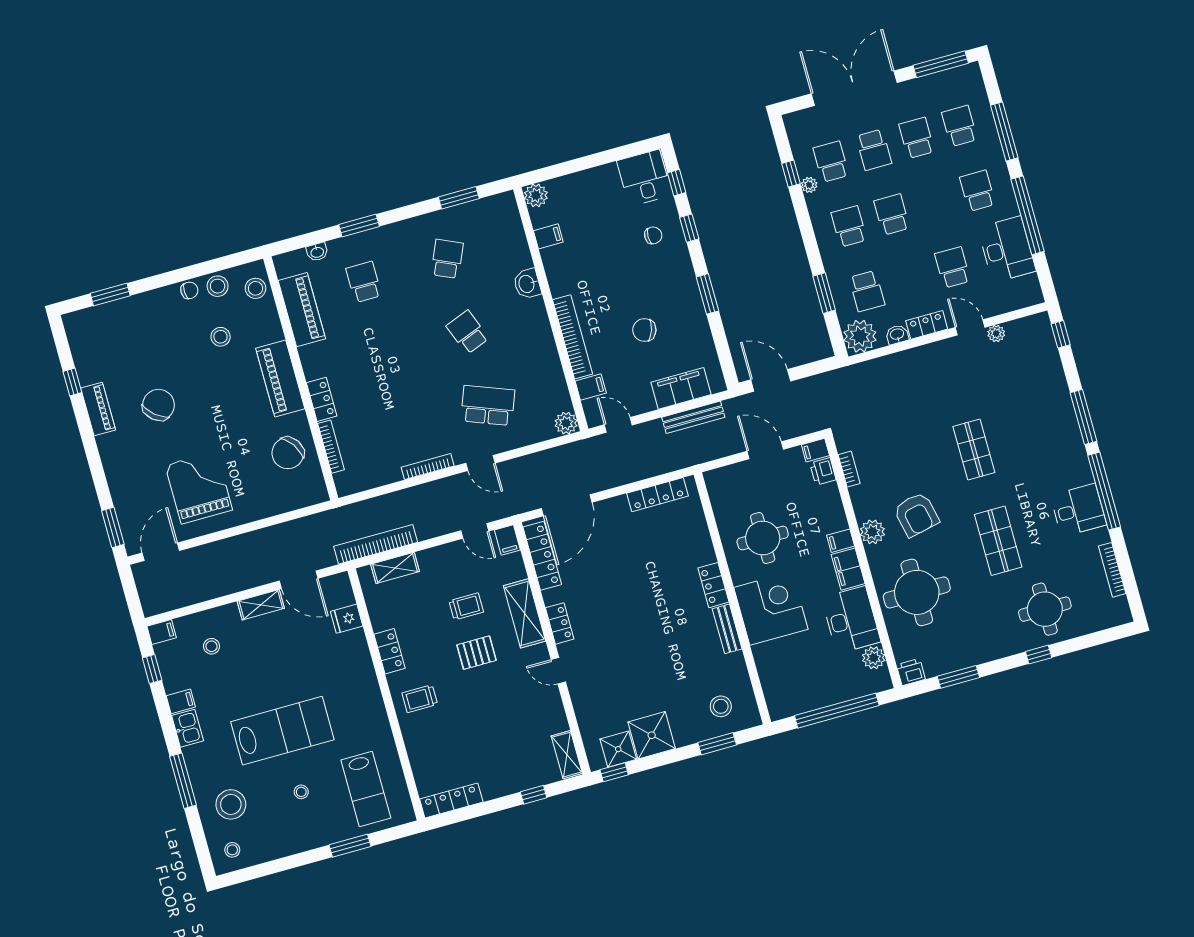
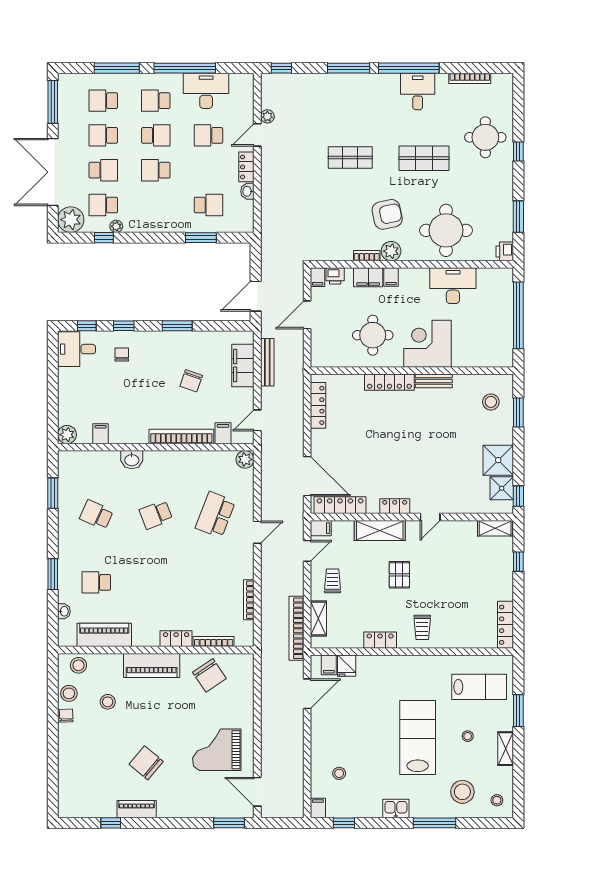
school desk: (849, 226) -> (156, 135), moved, turned 180
window: (110, 294) -> (53, 776), removed
plant: (860, 336) -> (71, 220), moved
bookcase: (428, 467) -> (249, 600), moved
bookcase: (849, 469) -> (367, 256), moved
filing cabinet: (848, 569) -> (368, 277), moved
locker: (713, 585) -> (389, 382), width x1.53
shelving: (261, 605) -> (506, 749), moved
trolley: (466, 606) -> (333, 581), moved
plant: (874, 658) -> (486, 277), removed
filing cabinet: (181, 701) -> (329, 665), moved, turned 180

